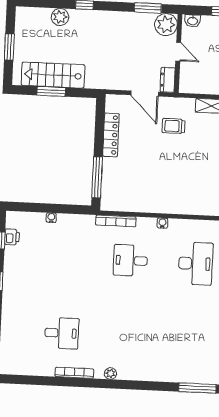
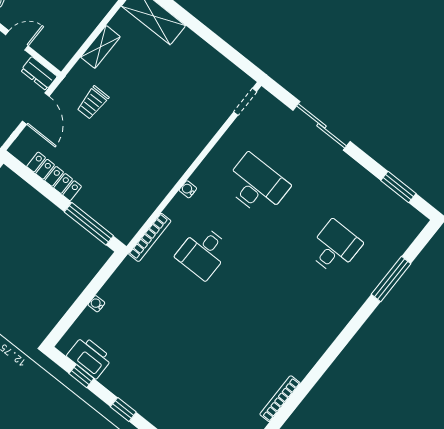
door: (145, 94) -> (36, 109), hinge flipped
printer: (12, 237) -> (89, 357), width x1.87, depth x1.48
desk: (62, 333) -> (335, 247), moved
plant: (110, 373) -> (309, 361), removed

